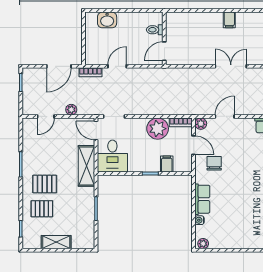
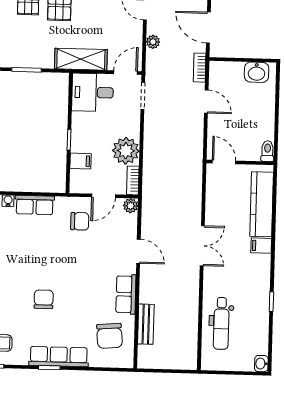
washbasin: (107, 20) -> (257, 72), moved, turned -90
kitchen counter: (197, 20) -> (262, 204), added
toilet: (155, 30) -> (267, 151), moved
door: (225, 116) -> (138, 251), moved

